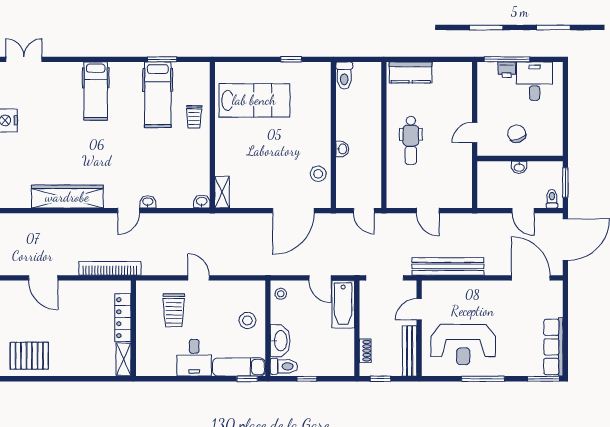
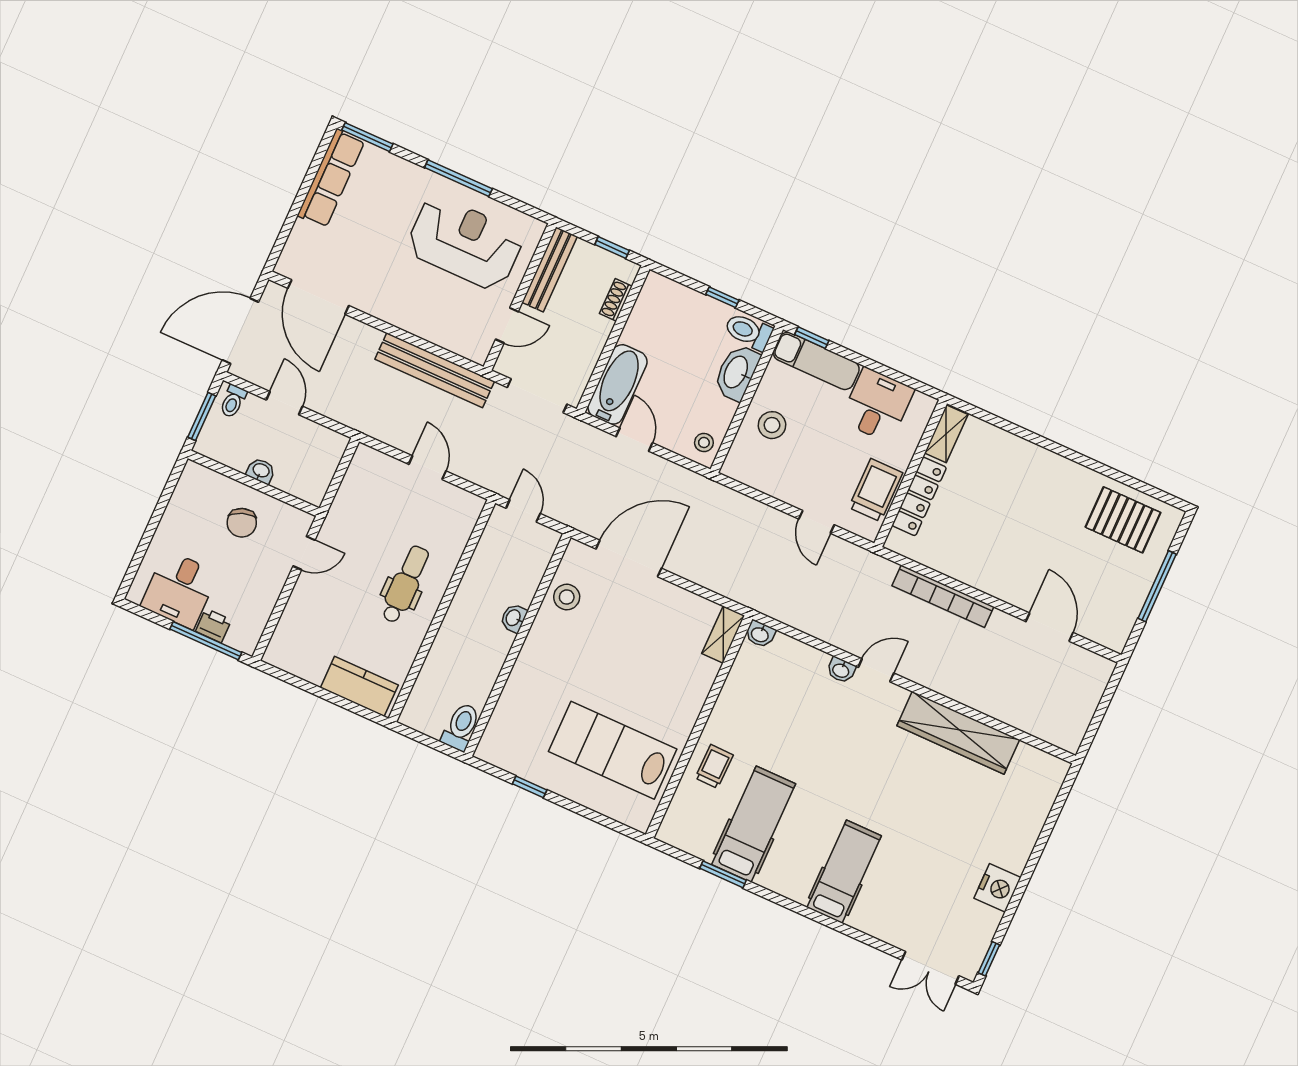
locker: (123, 318) -> (919, 496), moved
wall: (133, 328) -> (911, 473), moved
shelving: (123, 359) -> (946, 434), moved

